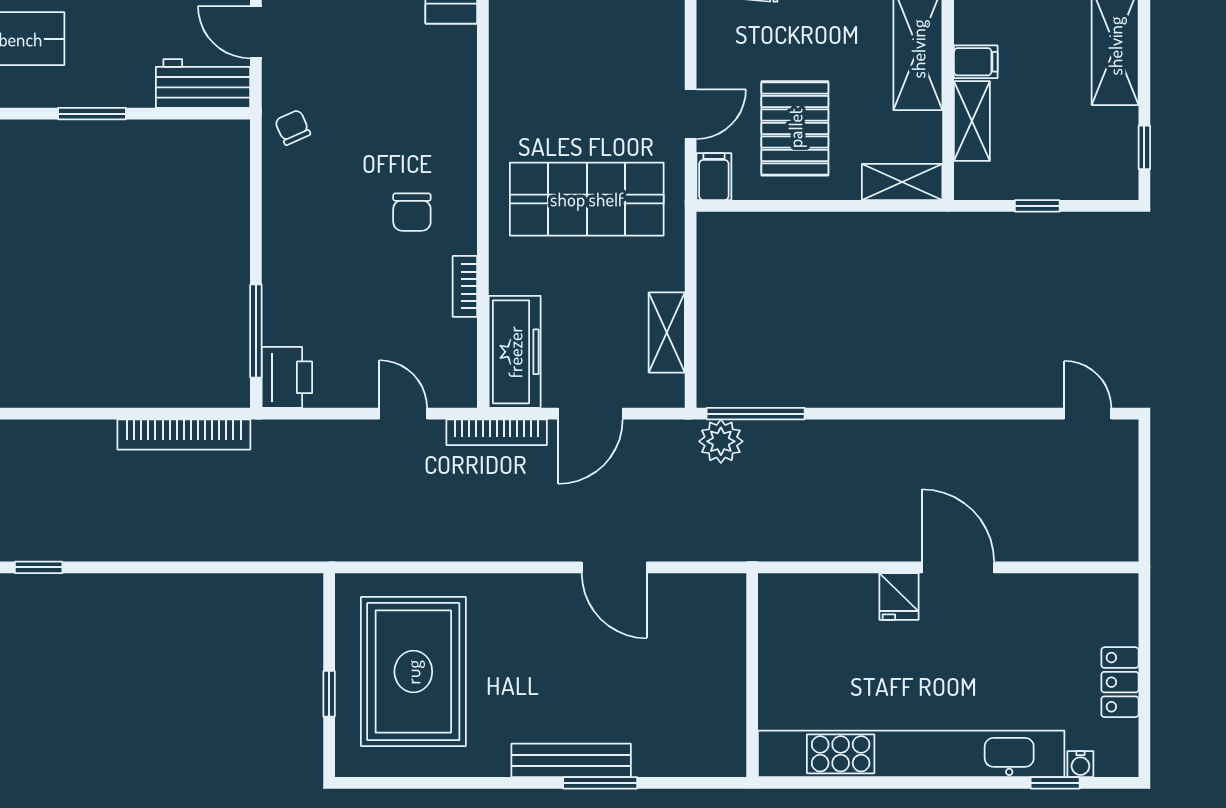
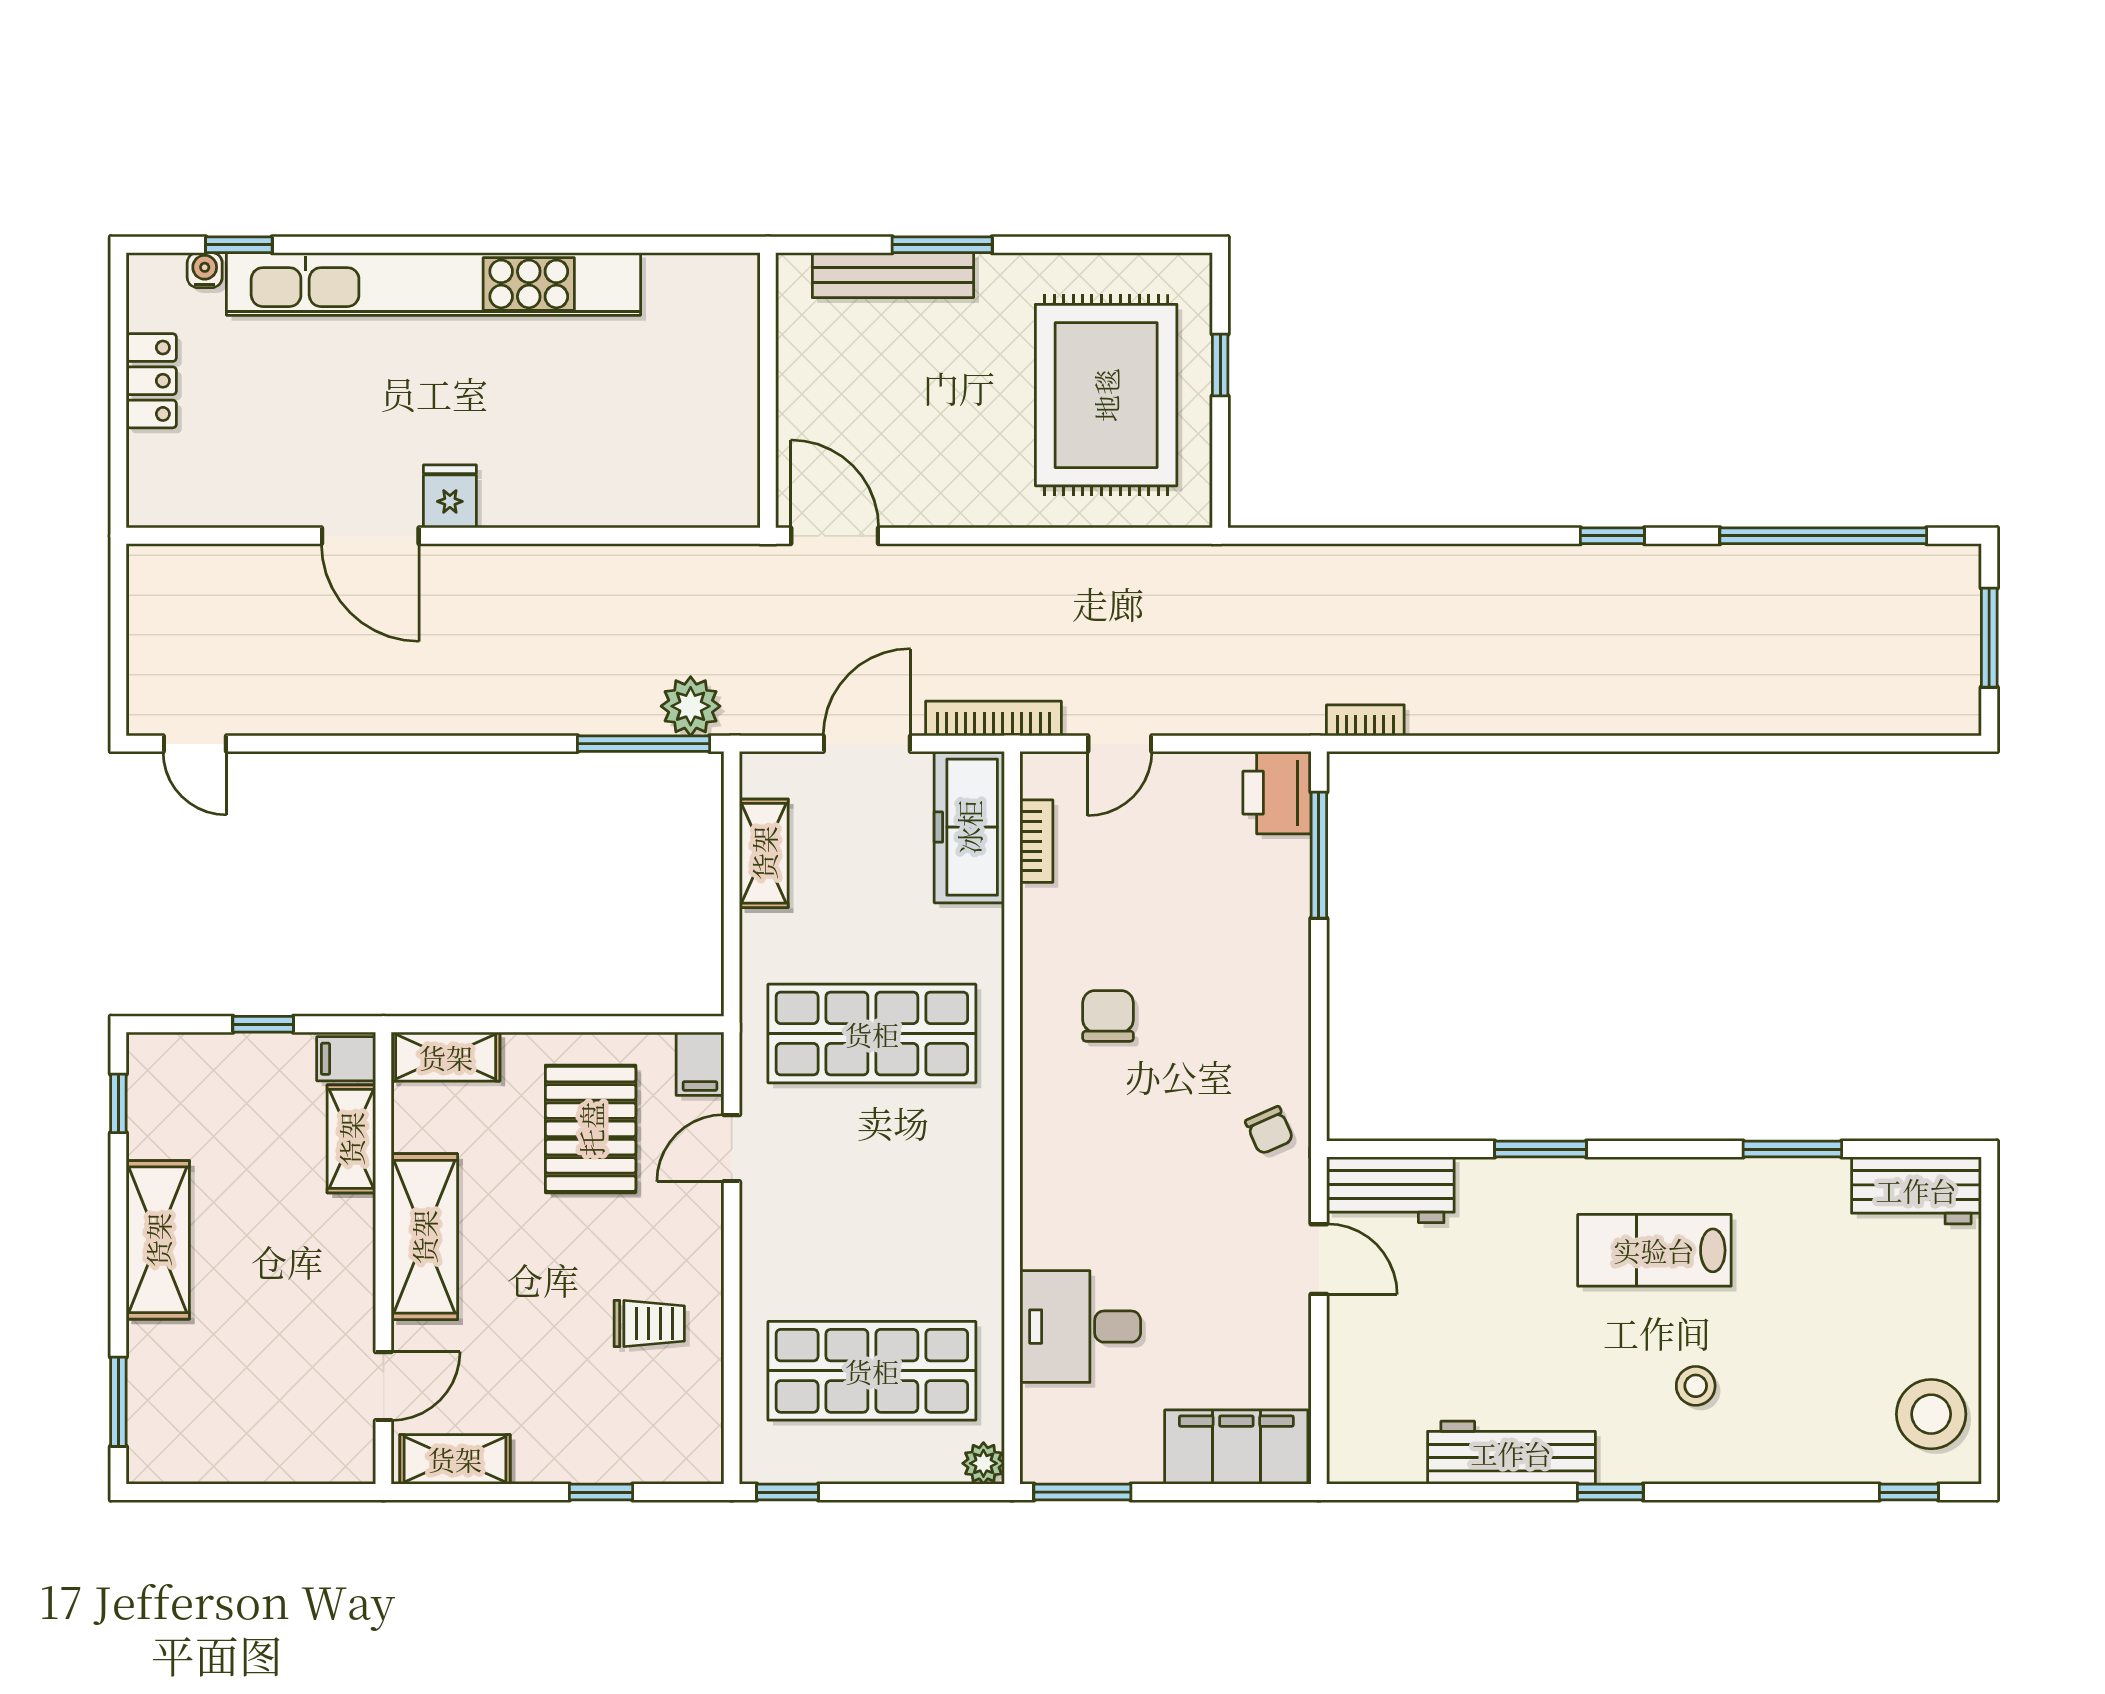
filing cabinet: (976, 62) -> (346, 1059), moved
bookcase: (465, 286) -> (1036, 841), moved
door: (403, 414) -> (1120, 744), hinge flipped
bookcase: (184, 434) -> (1365, 720), width x0.43, depth x0.76
wall: (752, 675) -> (768, 390), moved
window: (600, 783) -> (942, 245), moved

